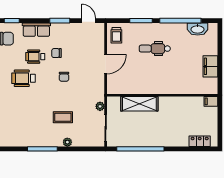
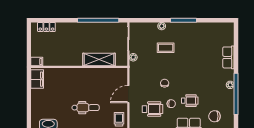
filing cabinet: (210, 66) -> (37, 79), moved
wheelchair: (24, 78) -> (153, 109), moved

